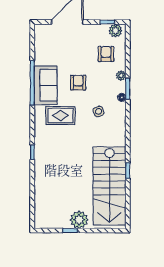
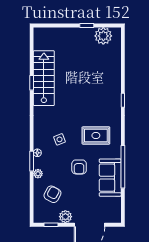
plant: (115, 31) -> (65, 217), moved
armchair: (106, 54) -> (52, 194), turned -152
sofa: (46, 85) -> (110, 178), moved
stairs: (109, 186) -> (44, 78), width x0.73, depth x0.66
plant: (79, 220) -> (103, 36), moved

